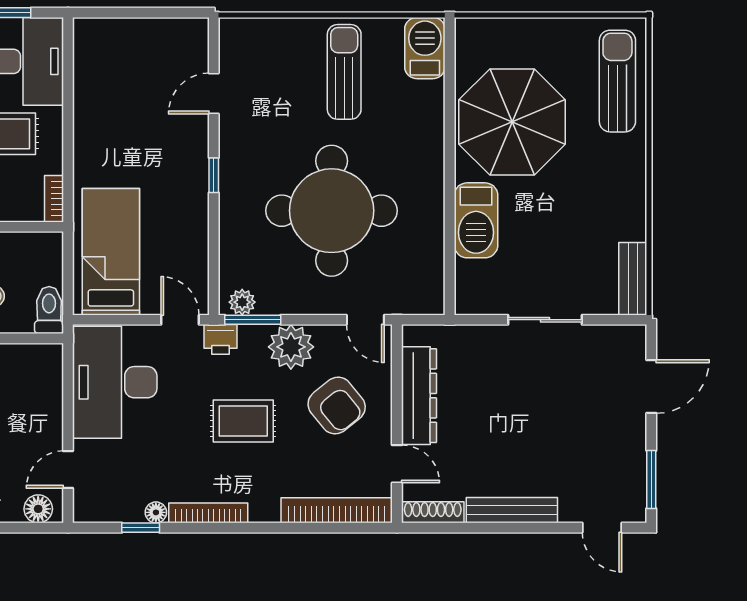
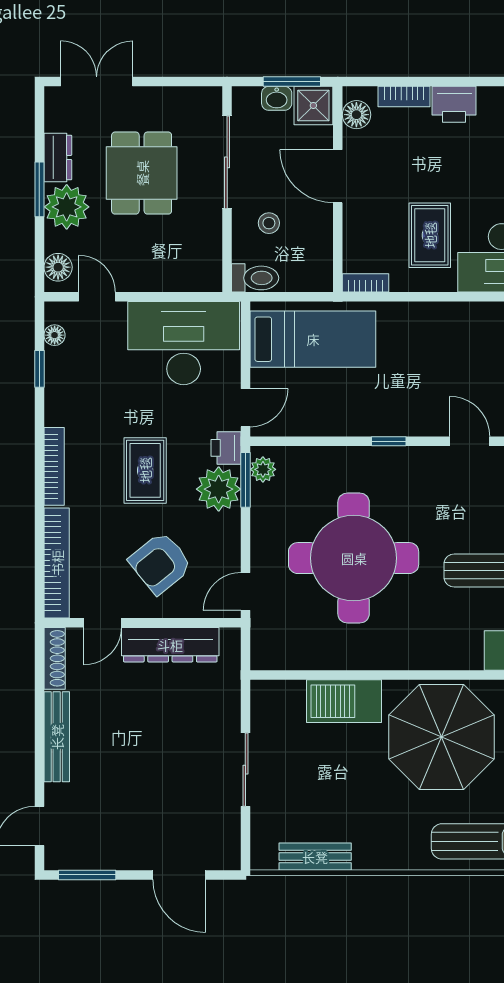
bench: (633, 279) -> (315, 857), moved
plant: (291, 347) -> (219, 489), moved
floor lamp: (156, 512) -> (55, 335), moved
bookcase: (208, 513) -> (54, 466), moved

